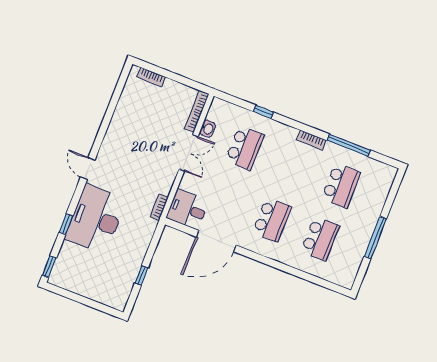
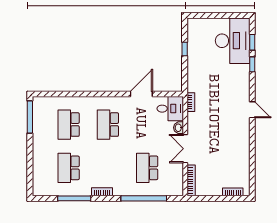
window: (263, 112) -> (144, 198), width x3.17
washbasin: (208, 129) -> (179, 128), moved
desk: (96, 219) -> (233, 41), moved
window: (375, 238) -> (30, 117), moved
door: (216, 241) -> (141, 94), width x0.73
window: (49, 267) -> (252, 42), moved

